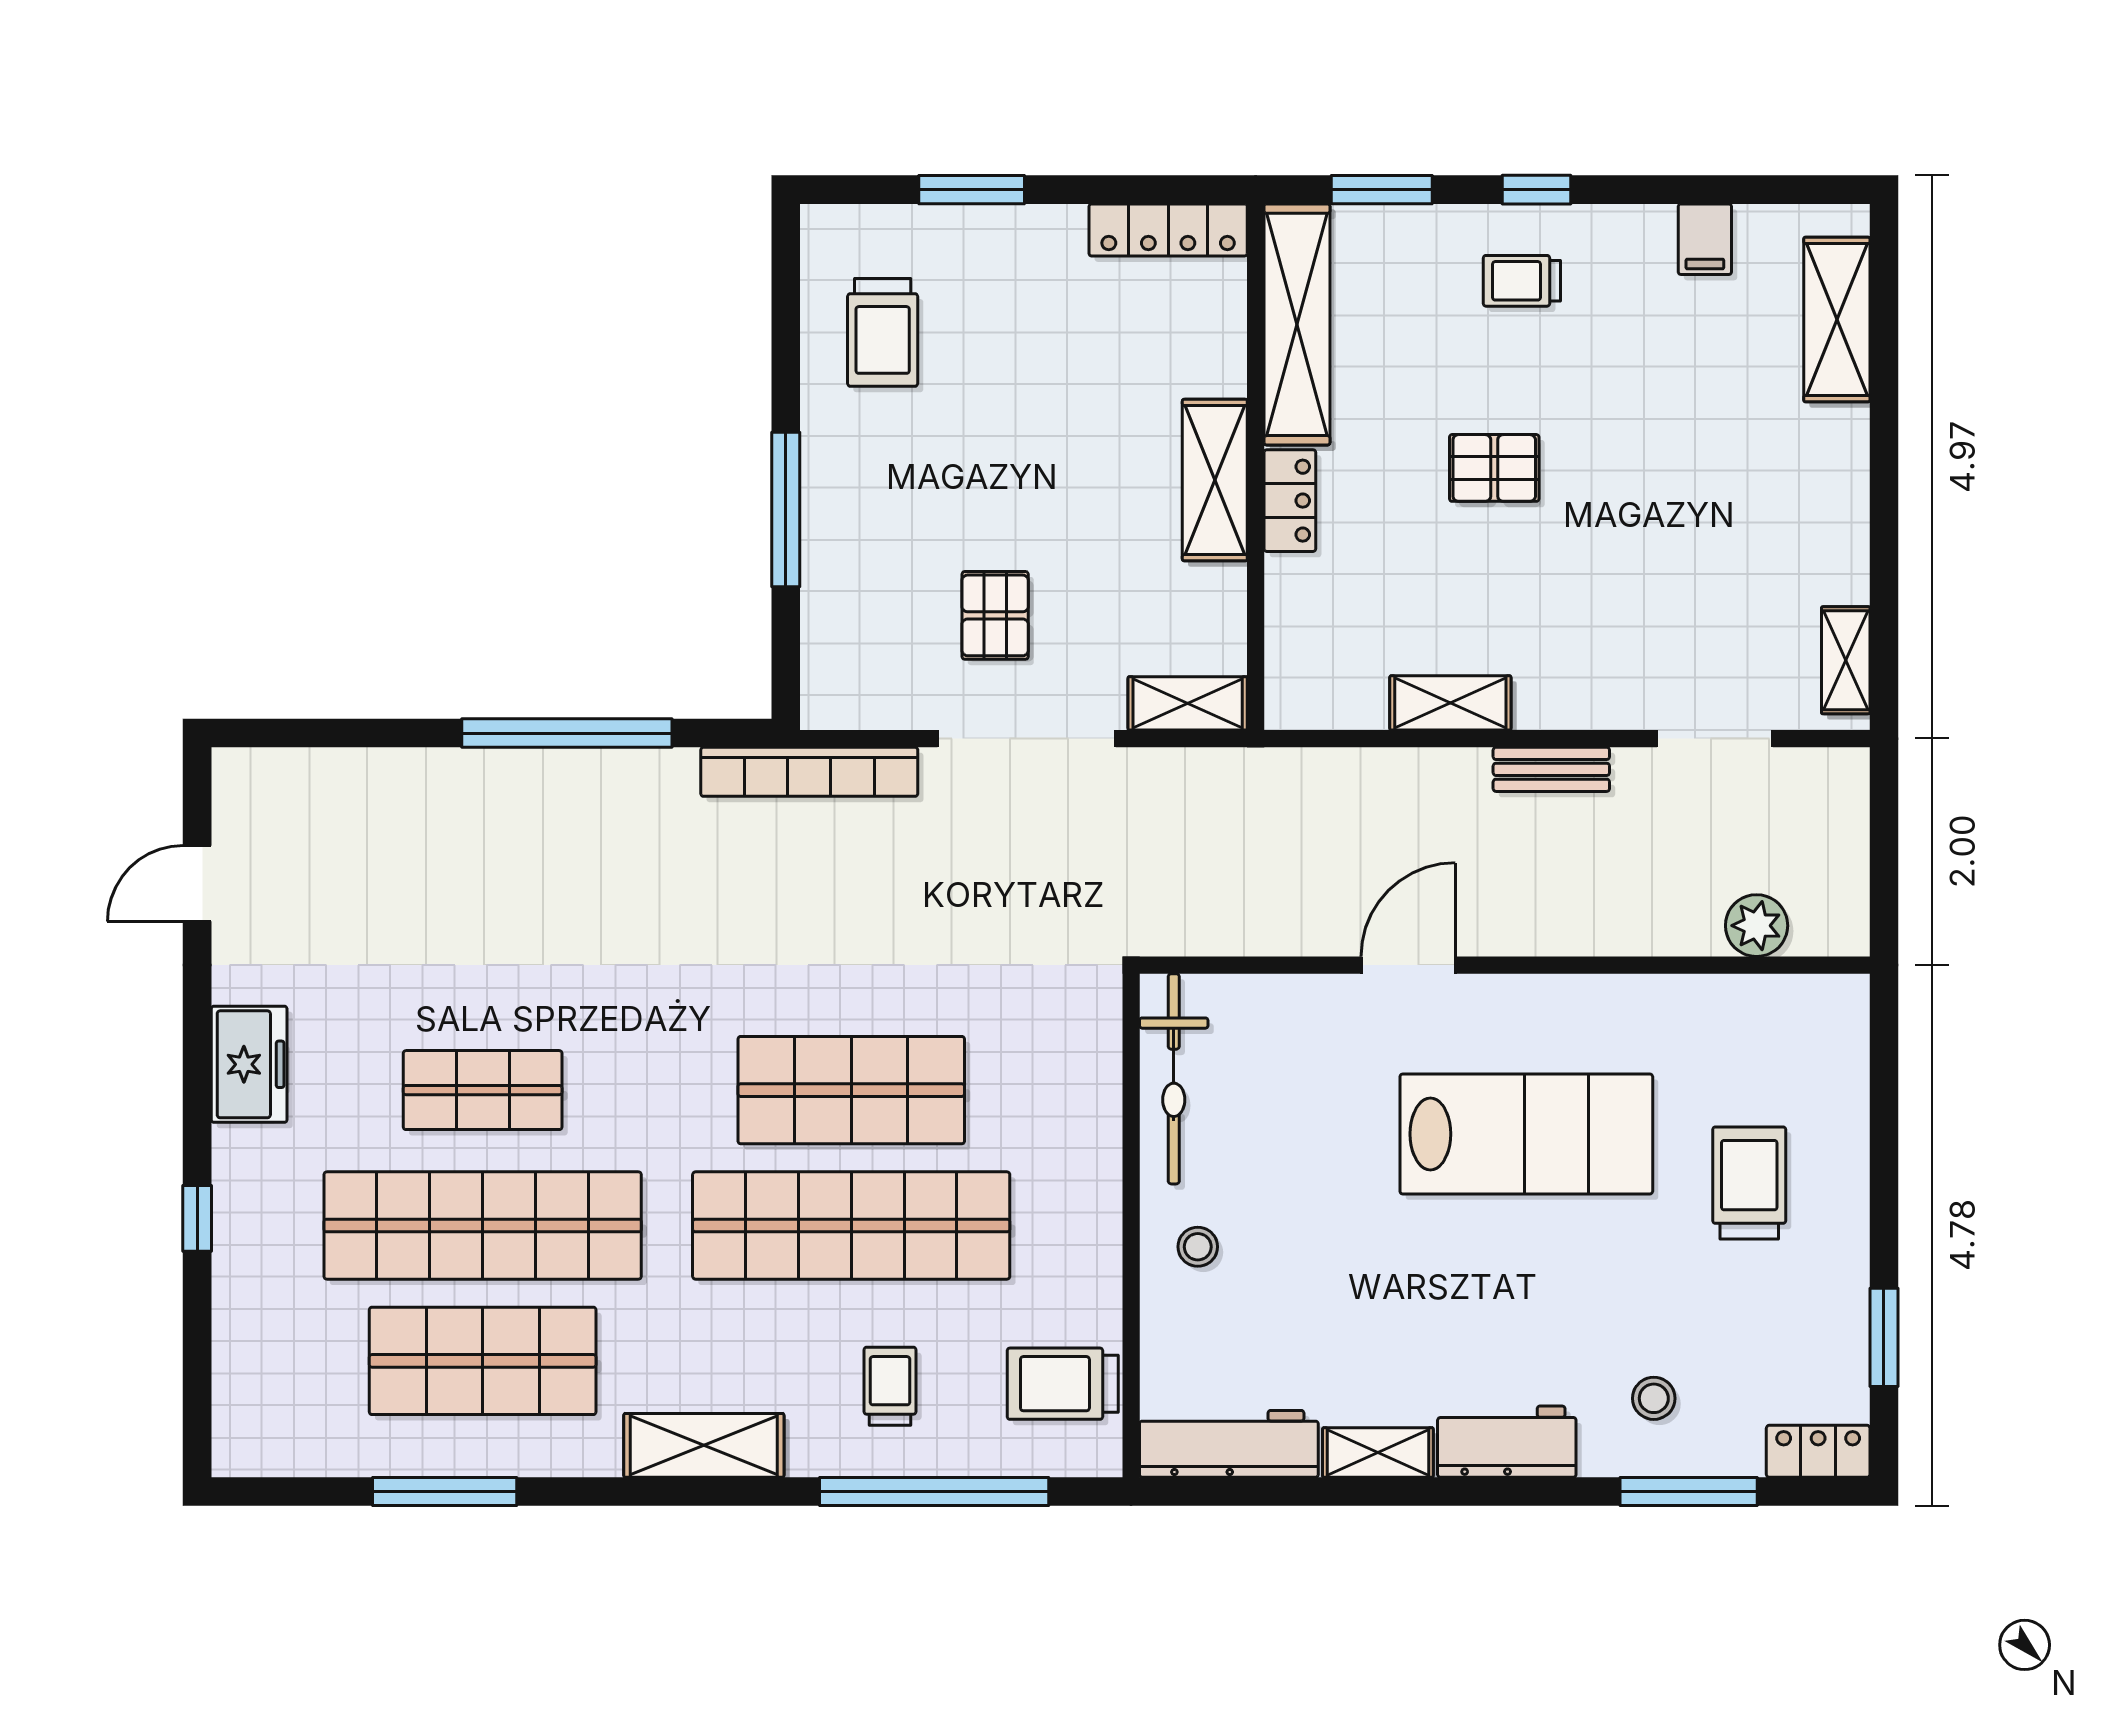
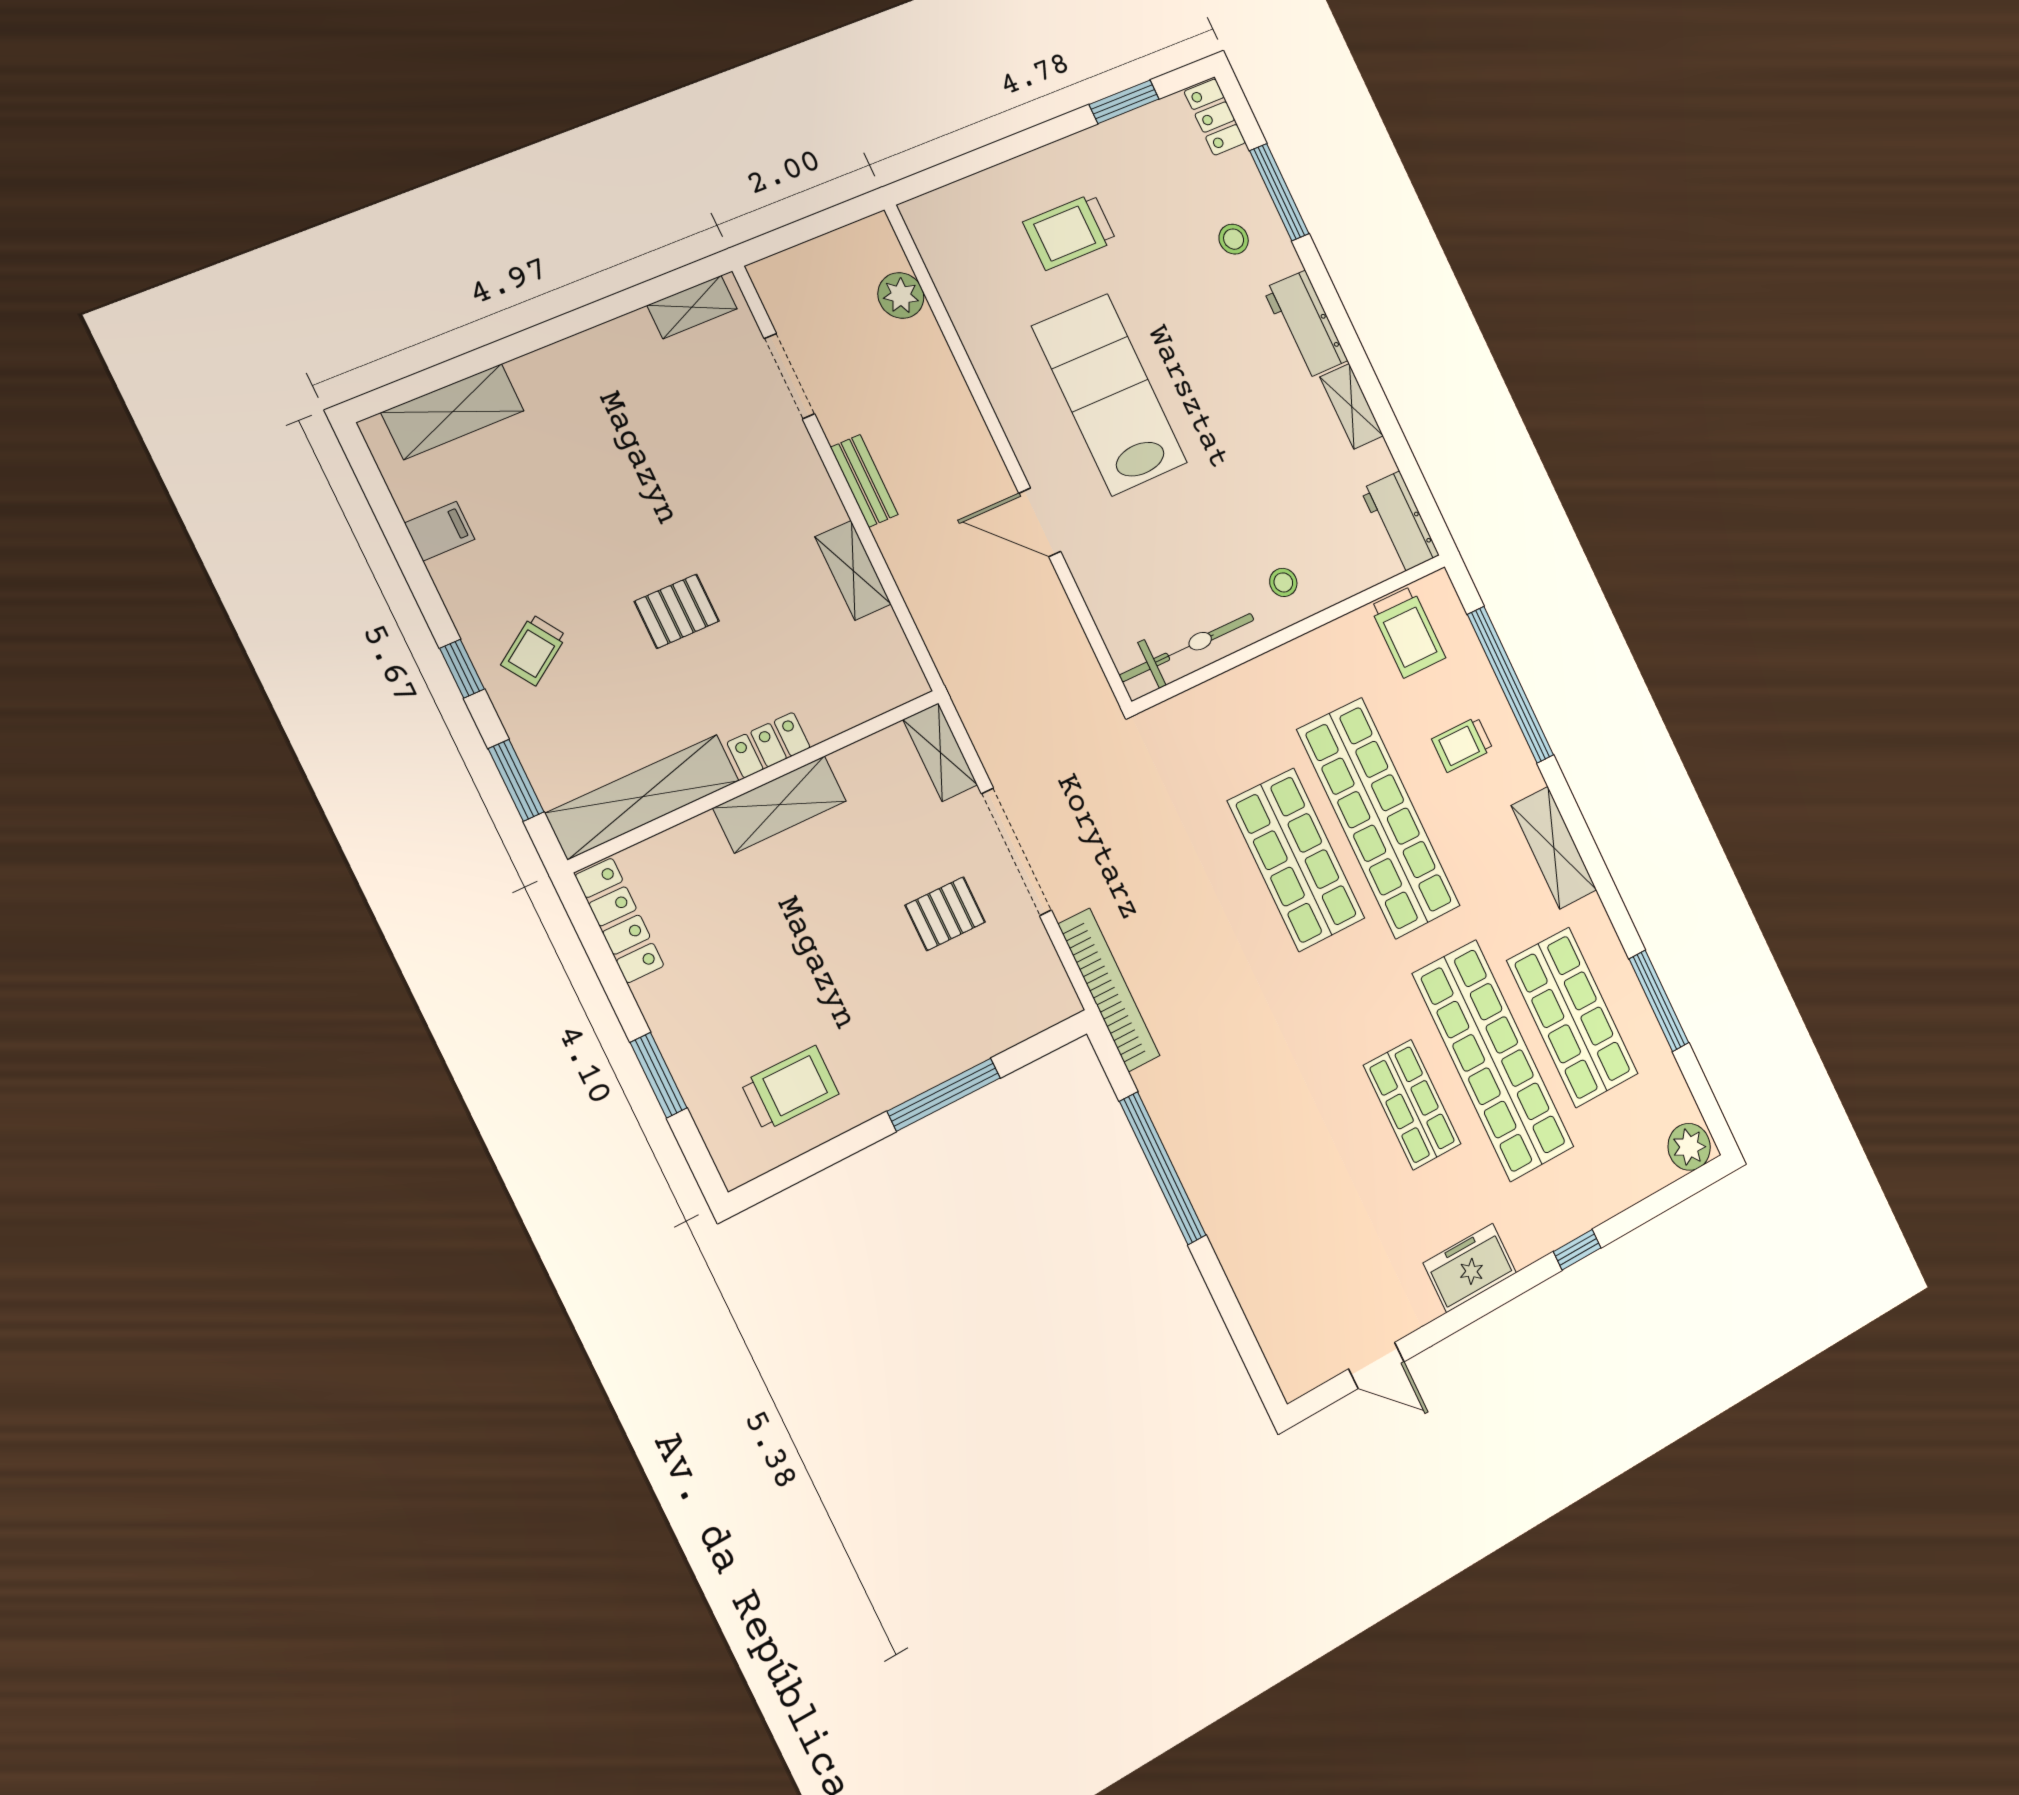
trolley: (1522, 281) -> (534, 650), turned 56
pallet: (1494, 468) -> (677, 611), turned 90
plant: (244, 1438) -> (1689, 1147), added
workbench: (1229, 1444) -> (1400, 522), width x0.73

